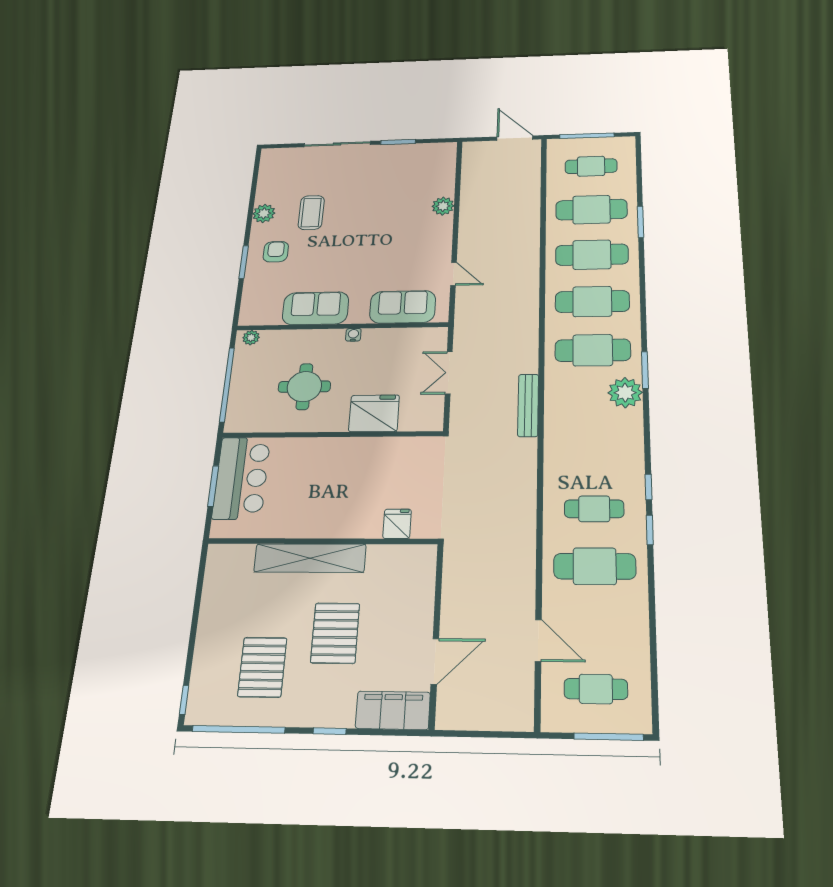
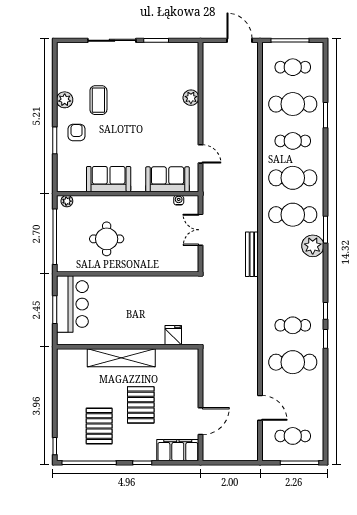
cafe table: (592, 255) -> (293, 141), width x0.73, depth x0.74
water cooler: (353, 335) -> (179, 200), moved
fridge: (374, 413) -> (154, 259), removed

